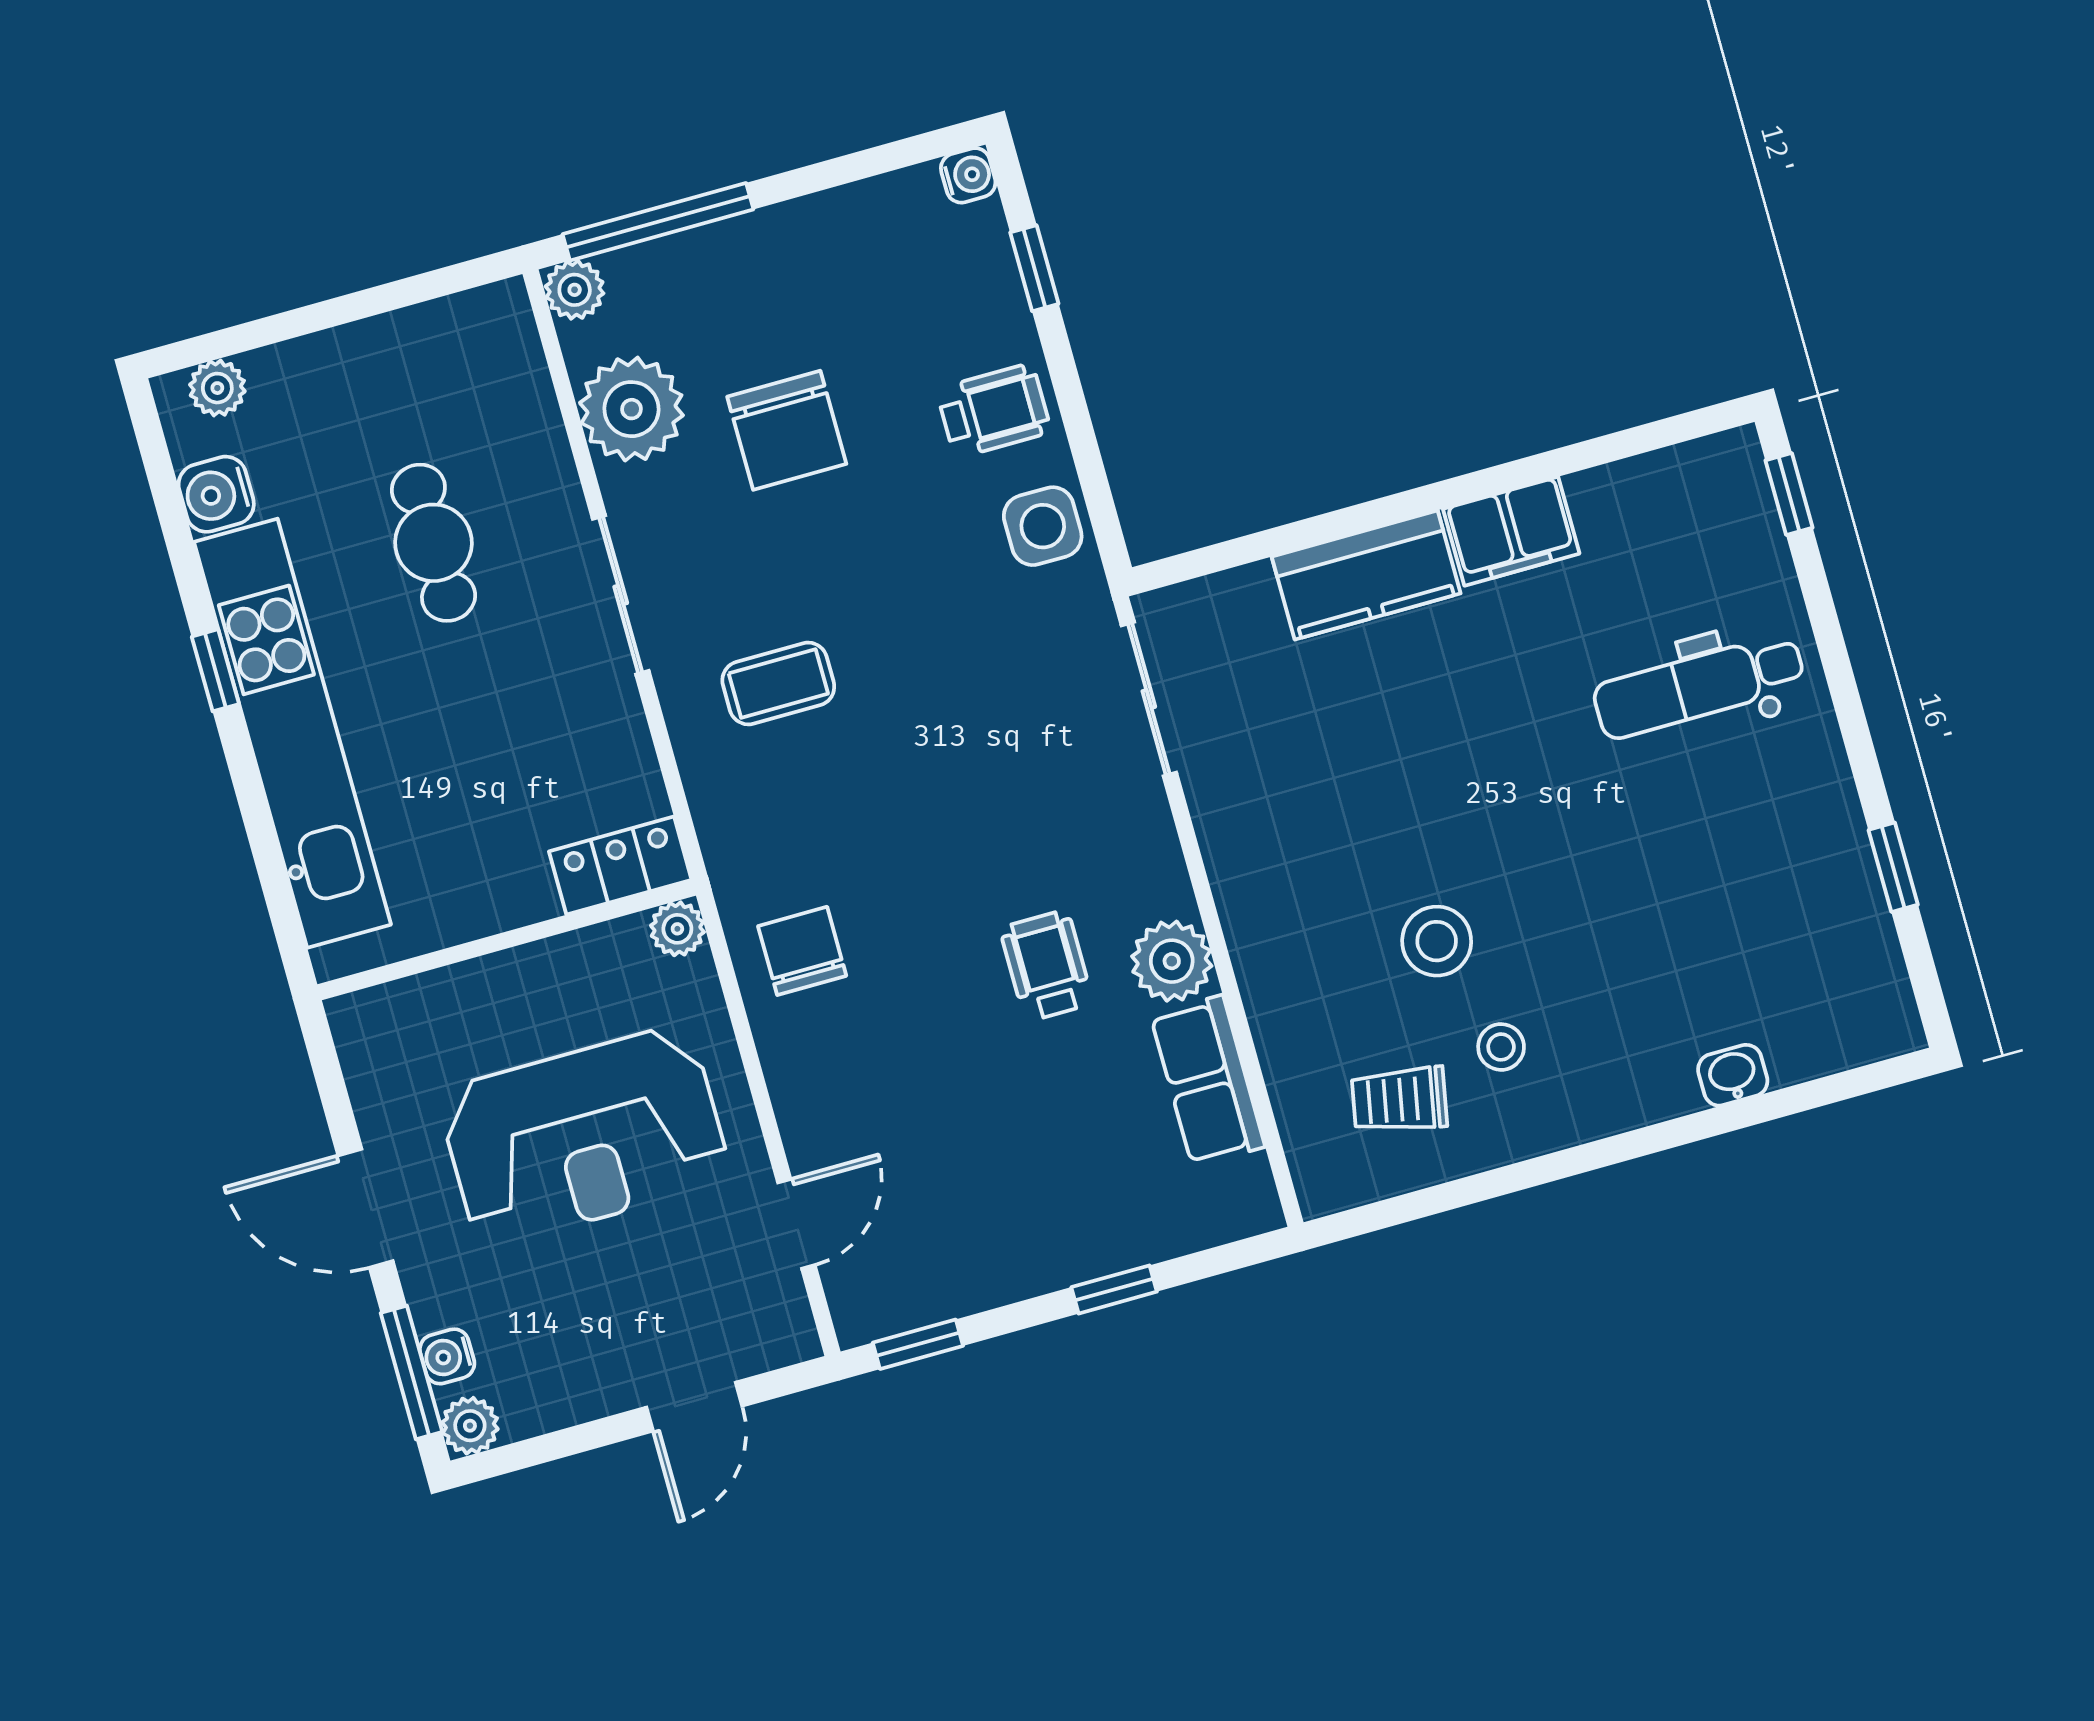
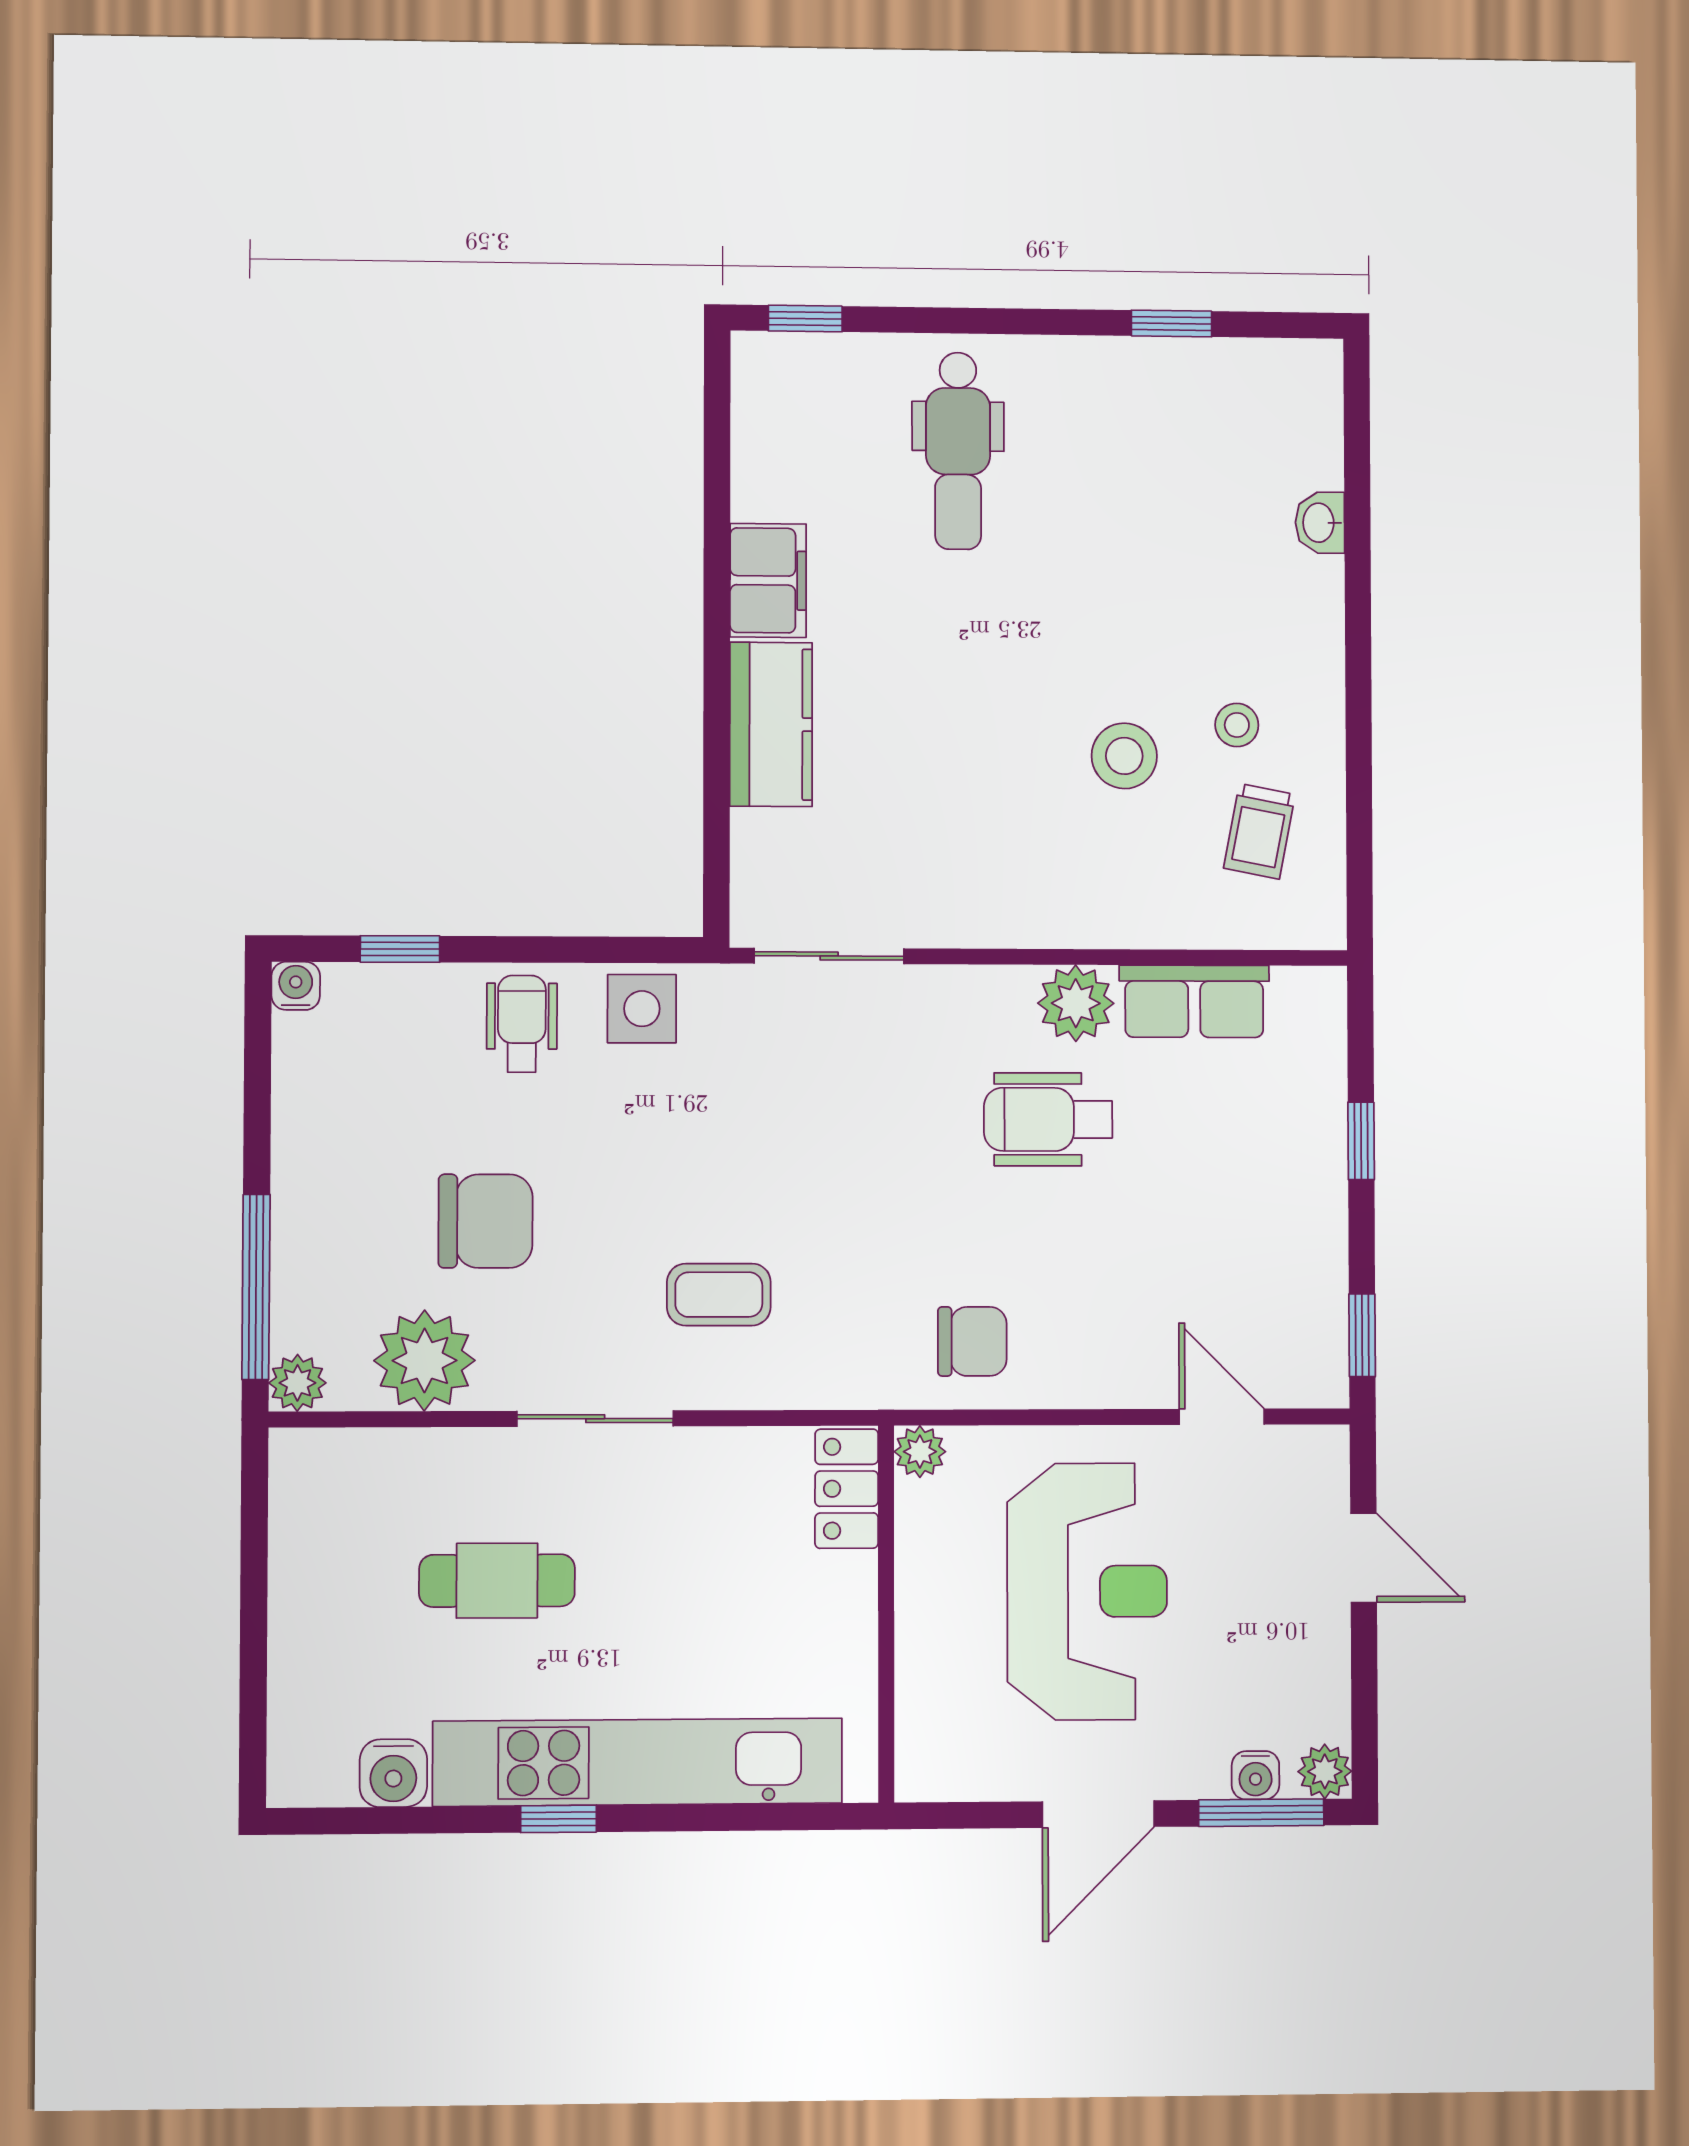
plant: (217, 388) -> (294, 1745), removed
coffee table: (778, 684) -> (719, 1295), turned 90
chair: (802, 951) -> (972, 1341), turned 180
wheelchair: (1047, 966) -> (1048, 1119), width x1.36, depth x1.37

